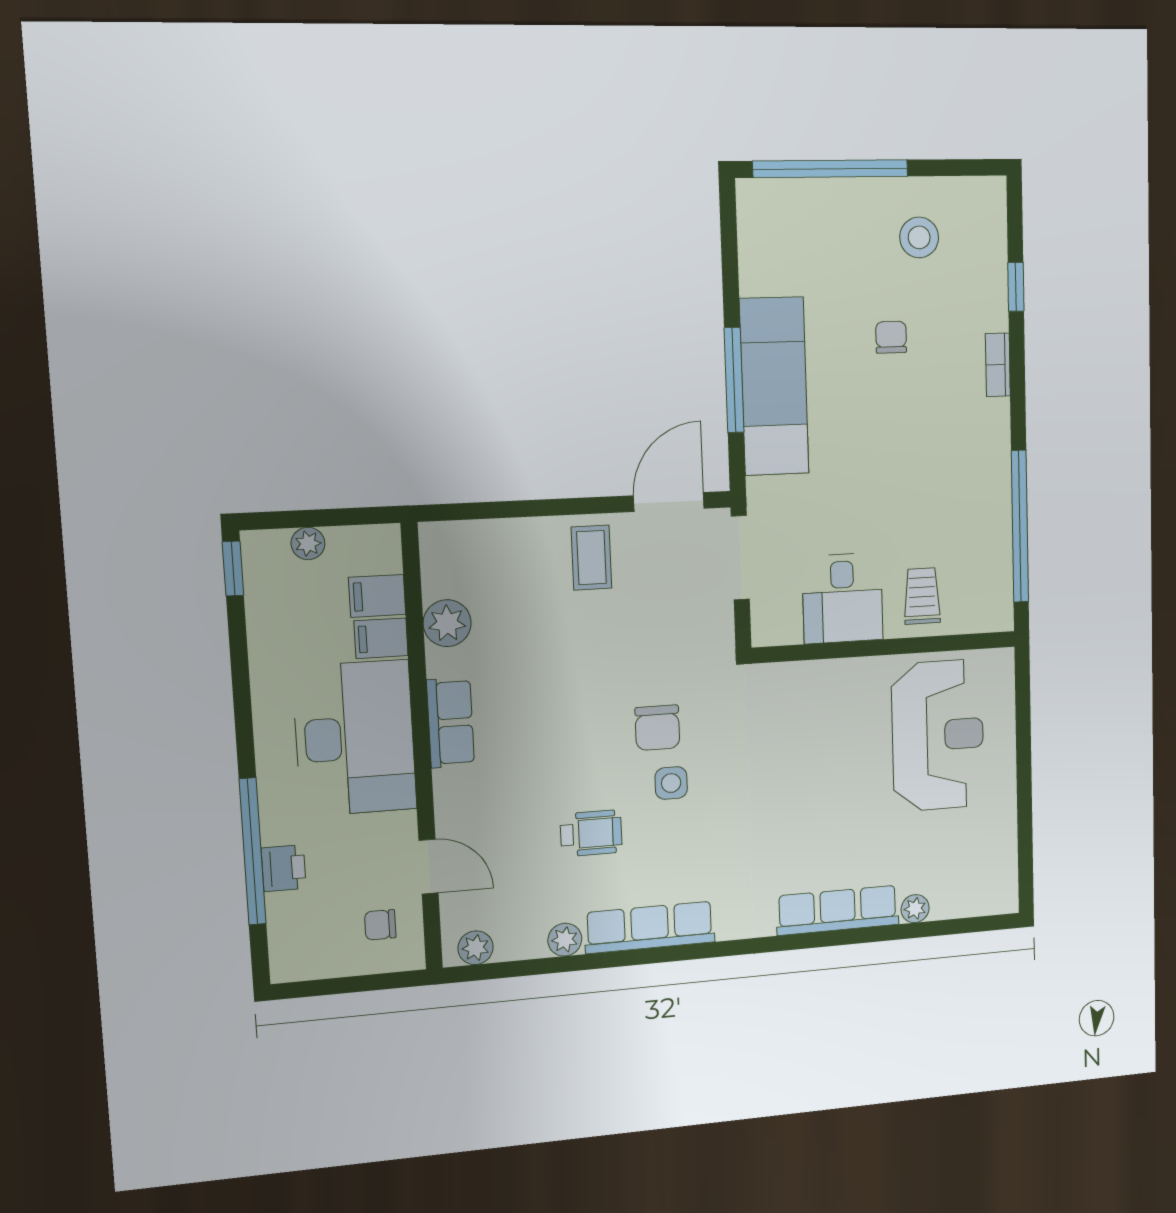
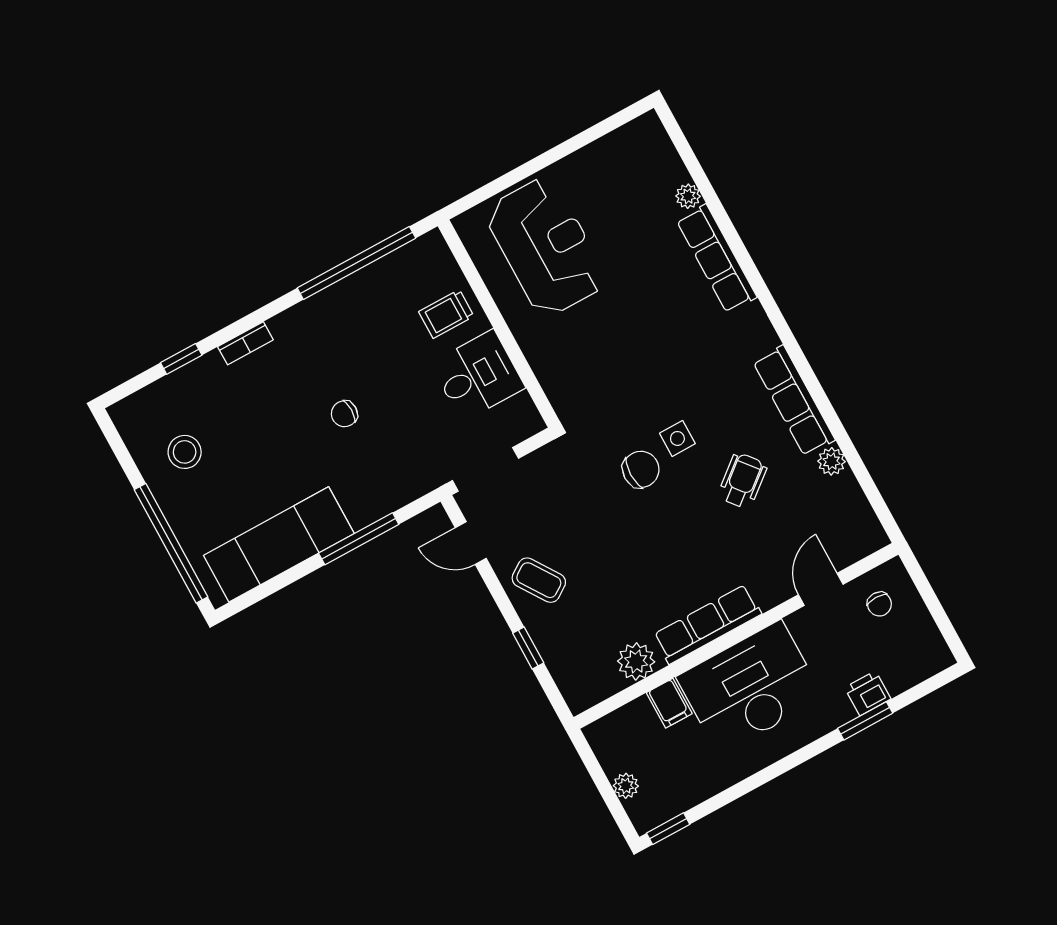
chair: (891, 337) -> (344, 414), moved
exam couch: (774, 386) -> (279, 544), moved
door: (669, 502) -> (471, 543), width x0.73
window: (521, 509) -> (528, 648), added
coffee table: (591, 558) -> (539, 580), turned 56
filing cabinet: (377, 596) -> (640, 720), removed
row of seats: (451, 723) -> (707, 624), width x1.48
reception desk: (938, 735) -> (546, 247), turned 90
wheelchair: (591, 833) -> (742, 481), turned 51
window: (253, 852) -> (865, 721), width x0.47
plant: (476, 948) -> (866, 526), removed

